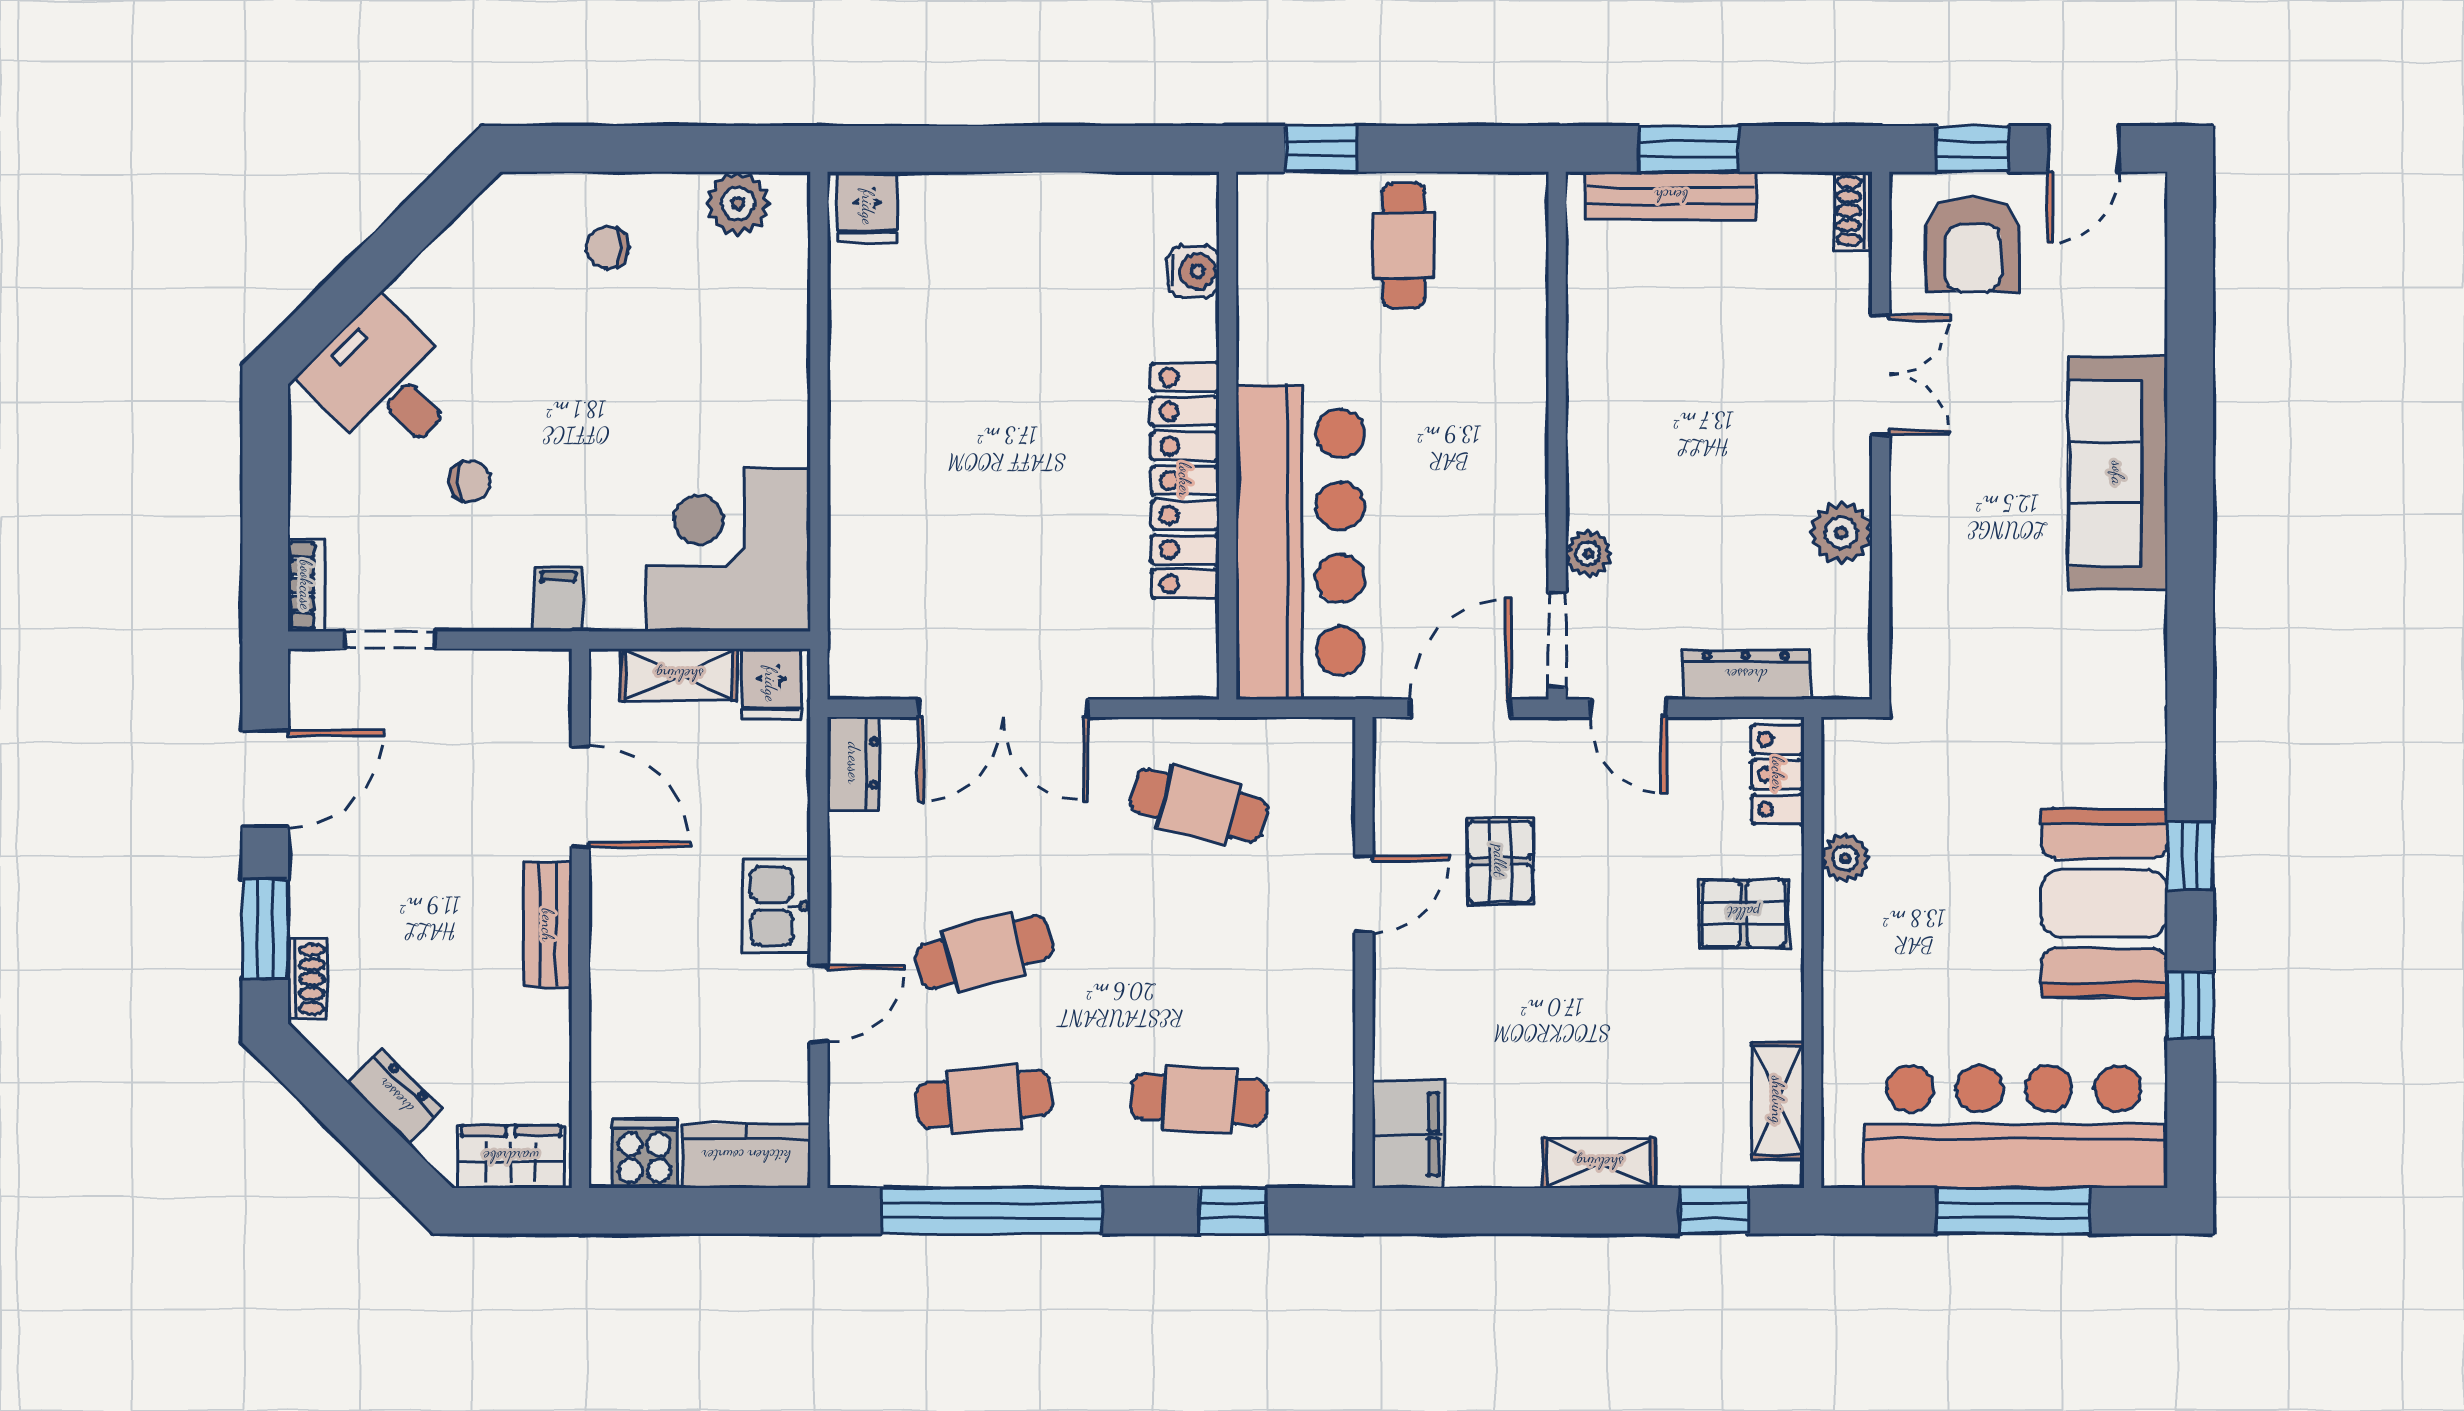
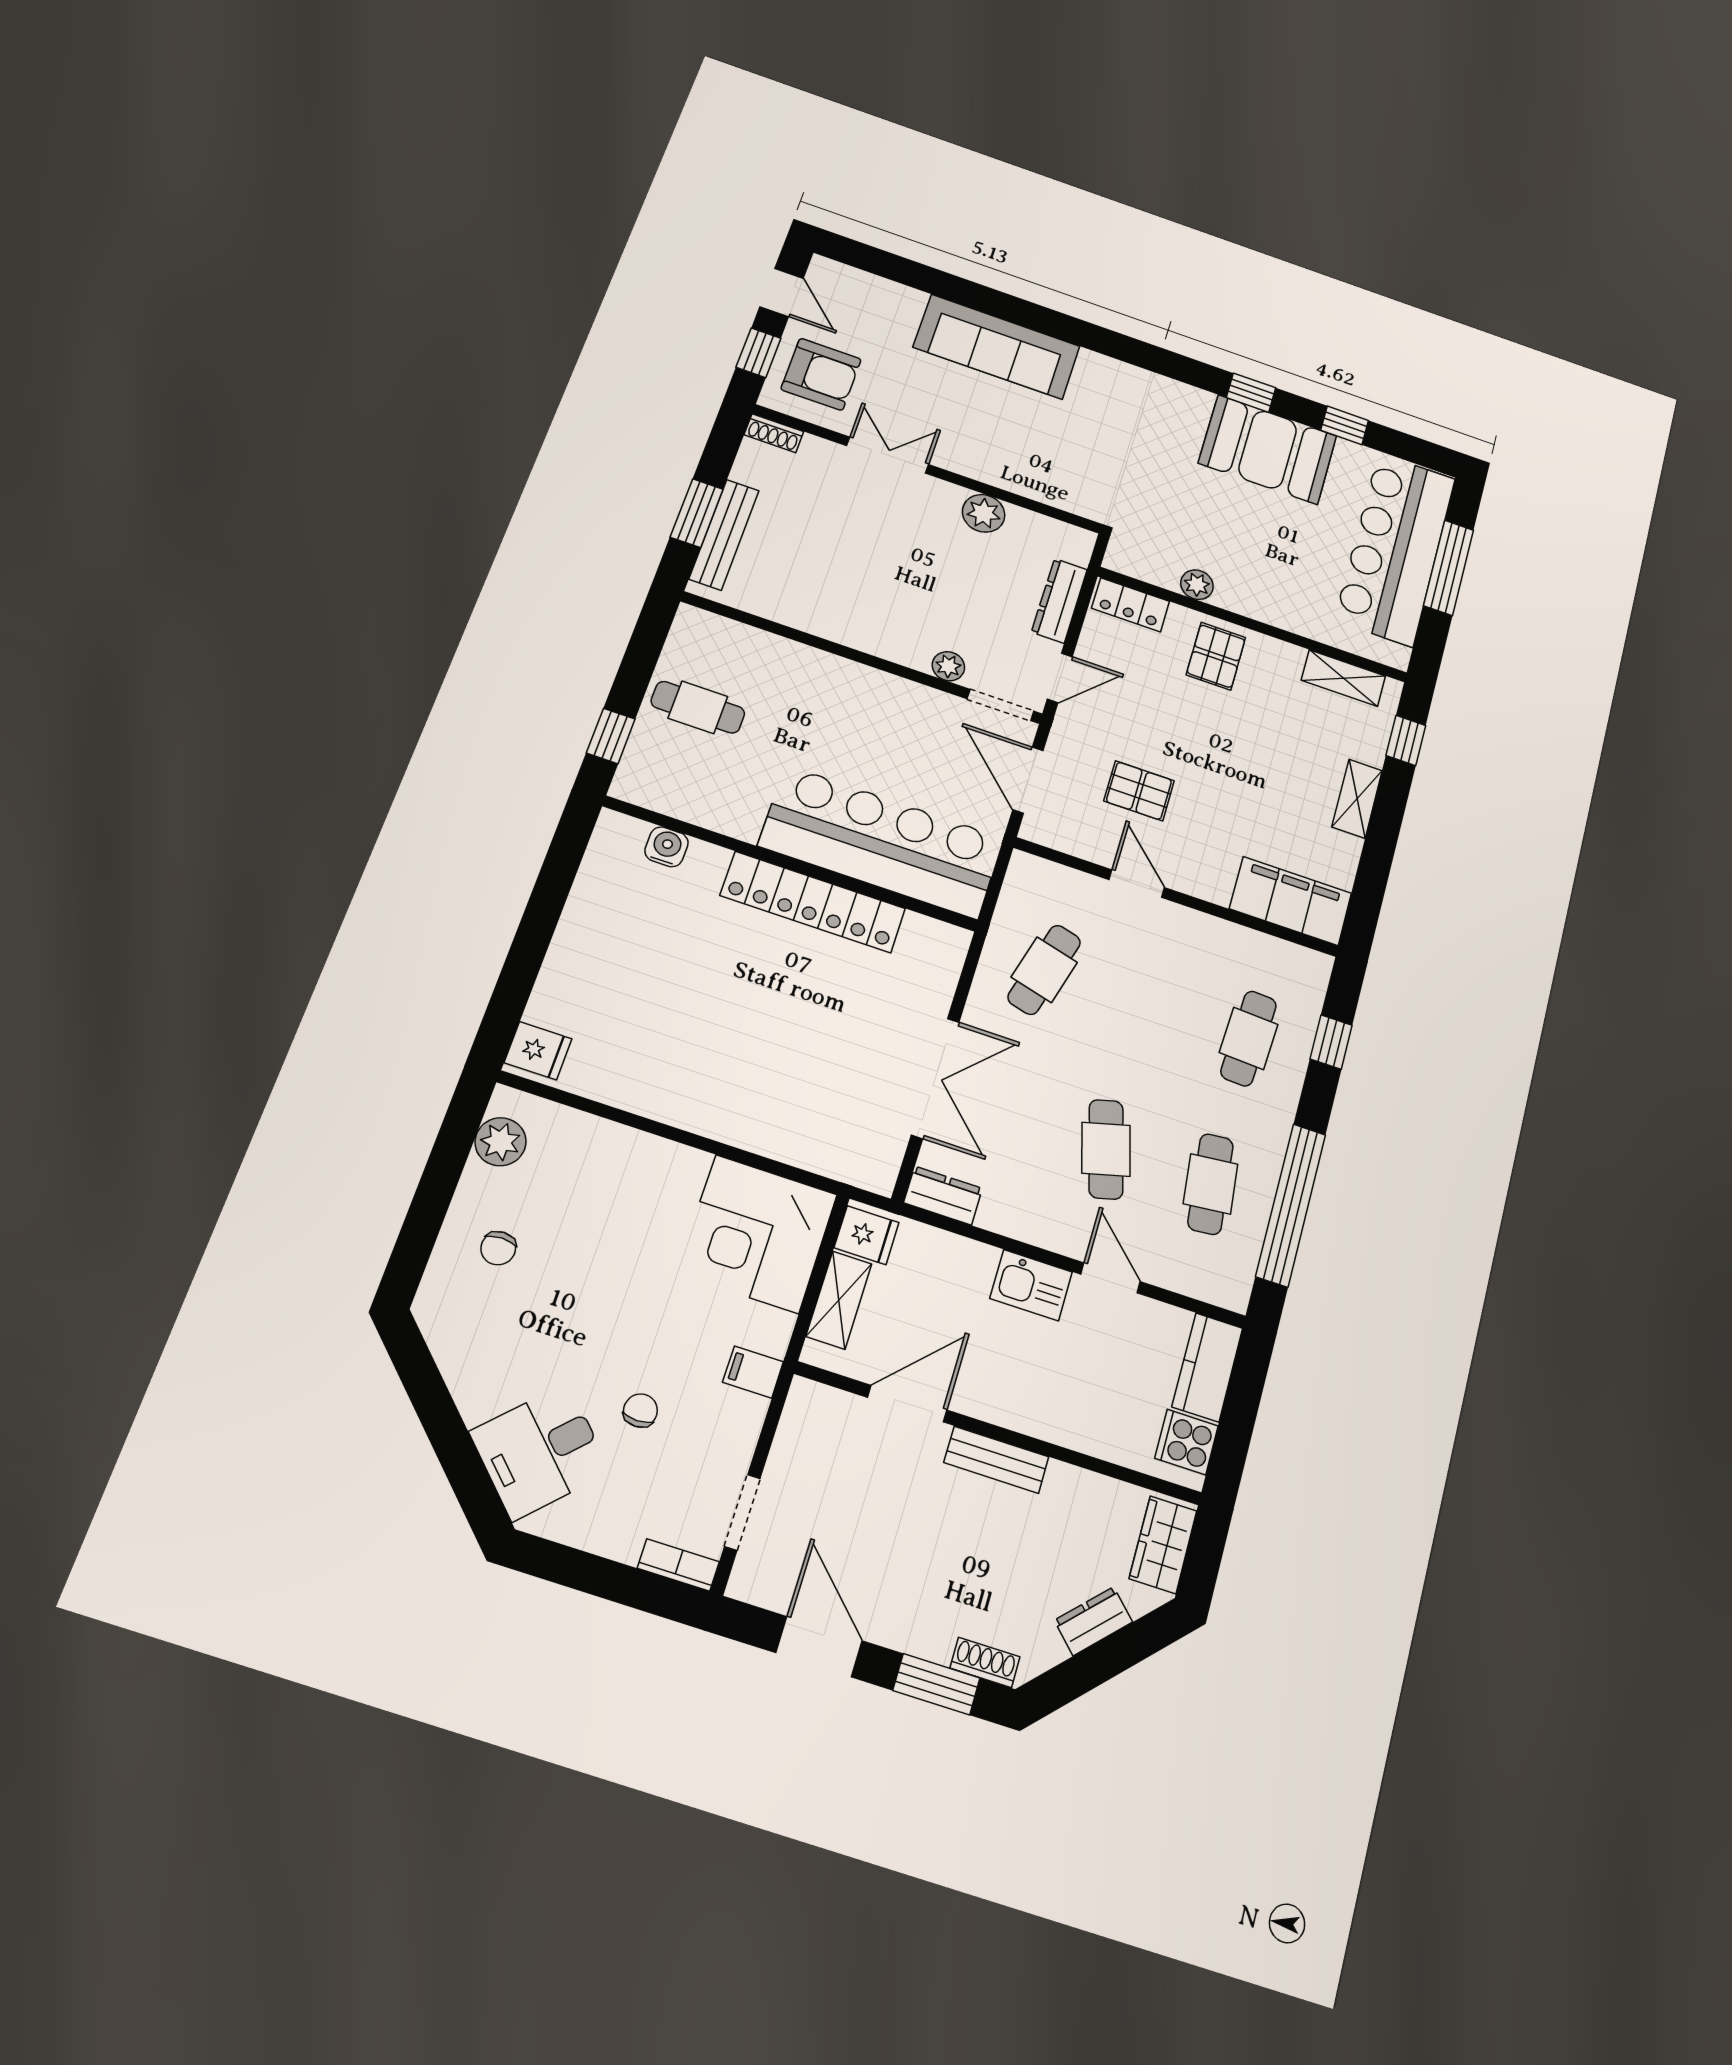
filing cabinet: (1408, 1134) -> (1291, 901), width x1.50, depth x1.17

